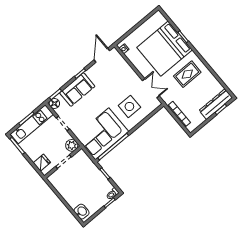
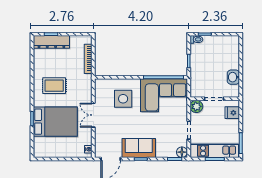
bed: (165, 49) -> (55, 122), width x0.73
double door: (151, 88) -> (93, 115), moved
sofa: (77, 90) -> (139, 148), moved
washbasin: (82, 212) -> (233, 77), moved

